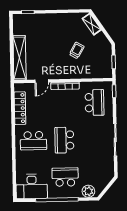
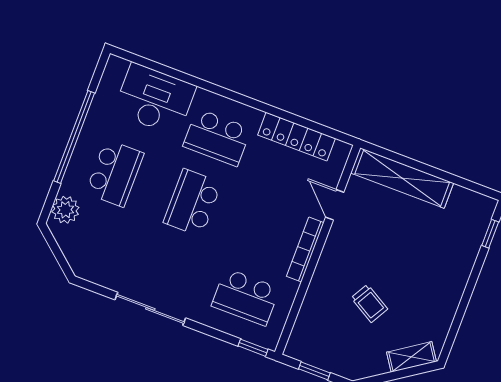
school desk: (64, 140) -> (192, 203), turned -90
school desk: (33, 141) -> (217, 137), turned -90
desk: (32, 186) -> (155, 99), moved, turned 90

